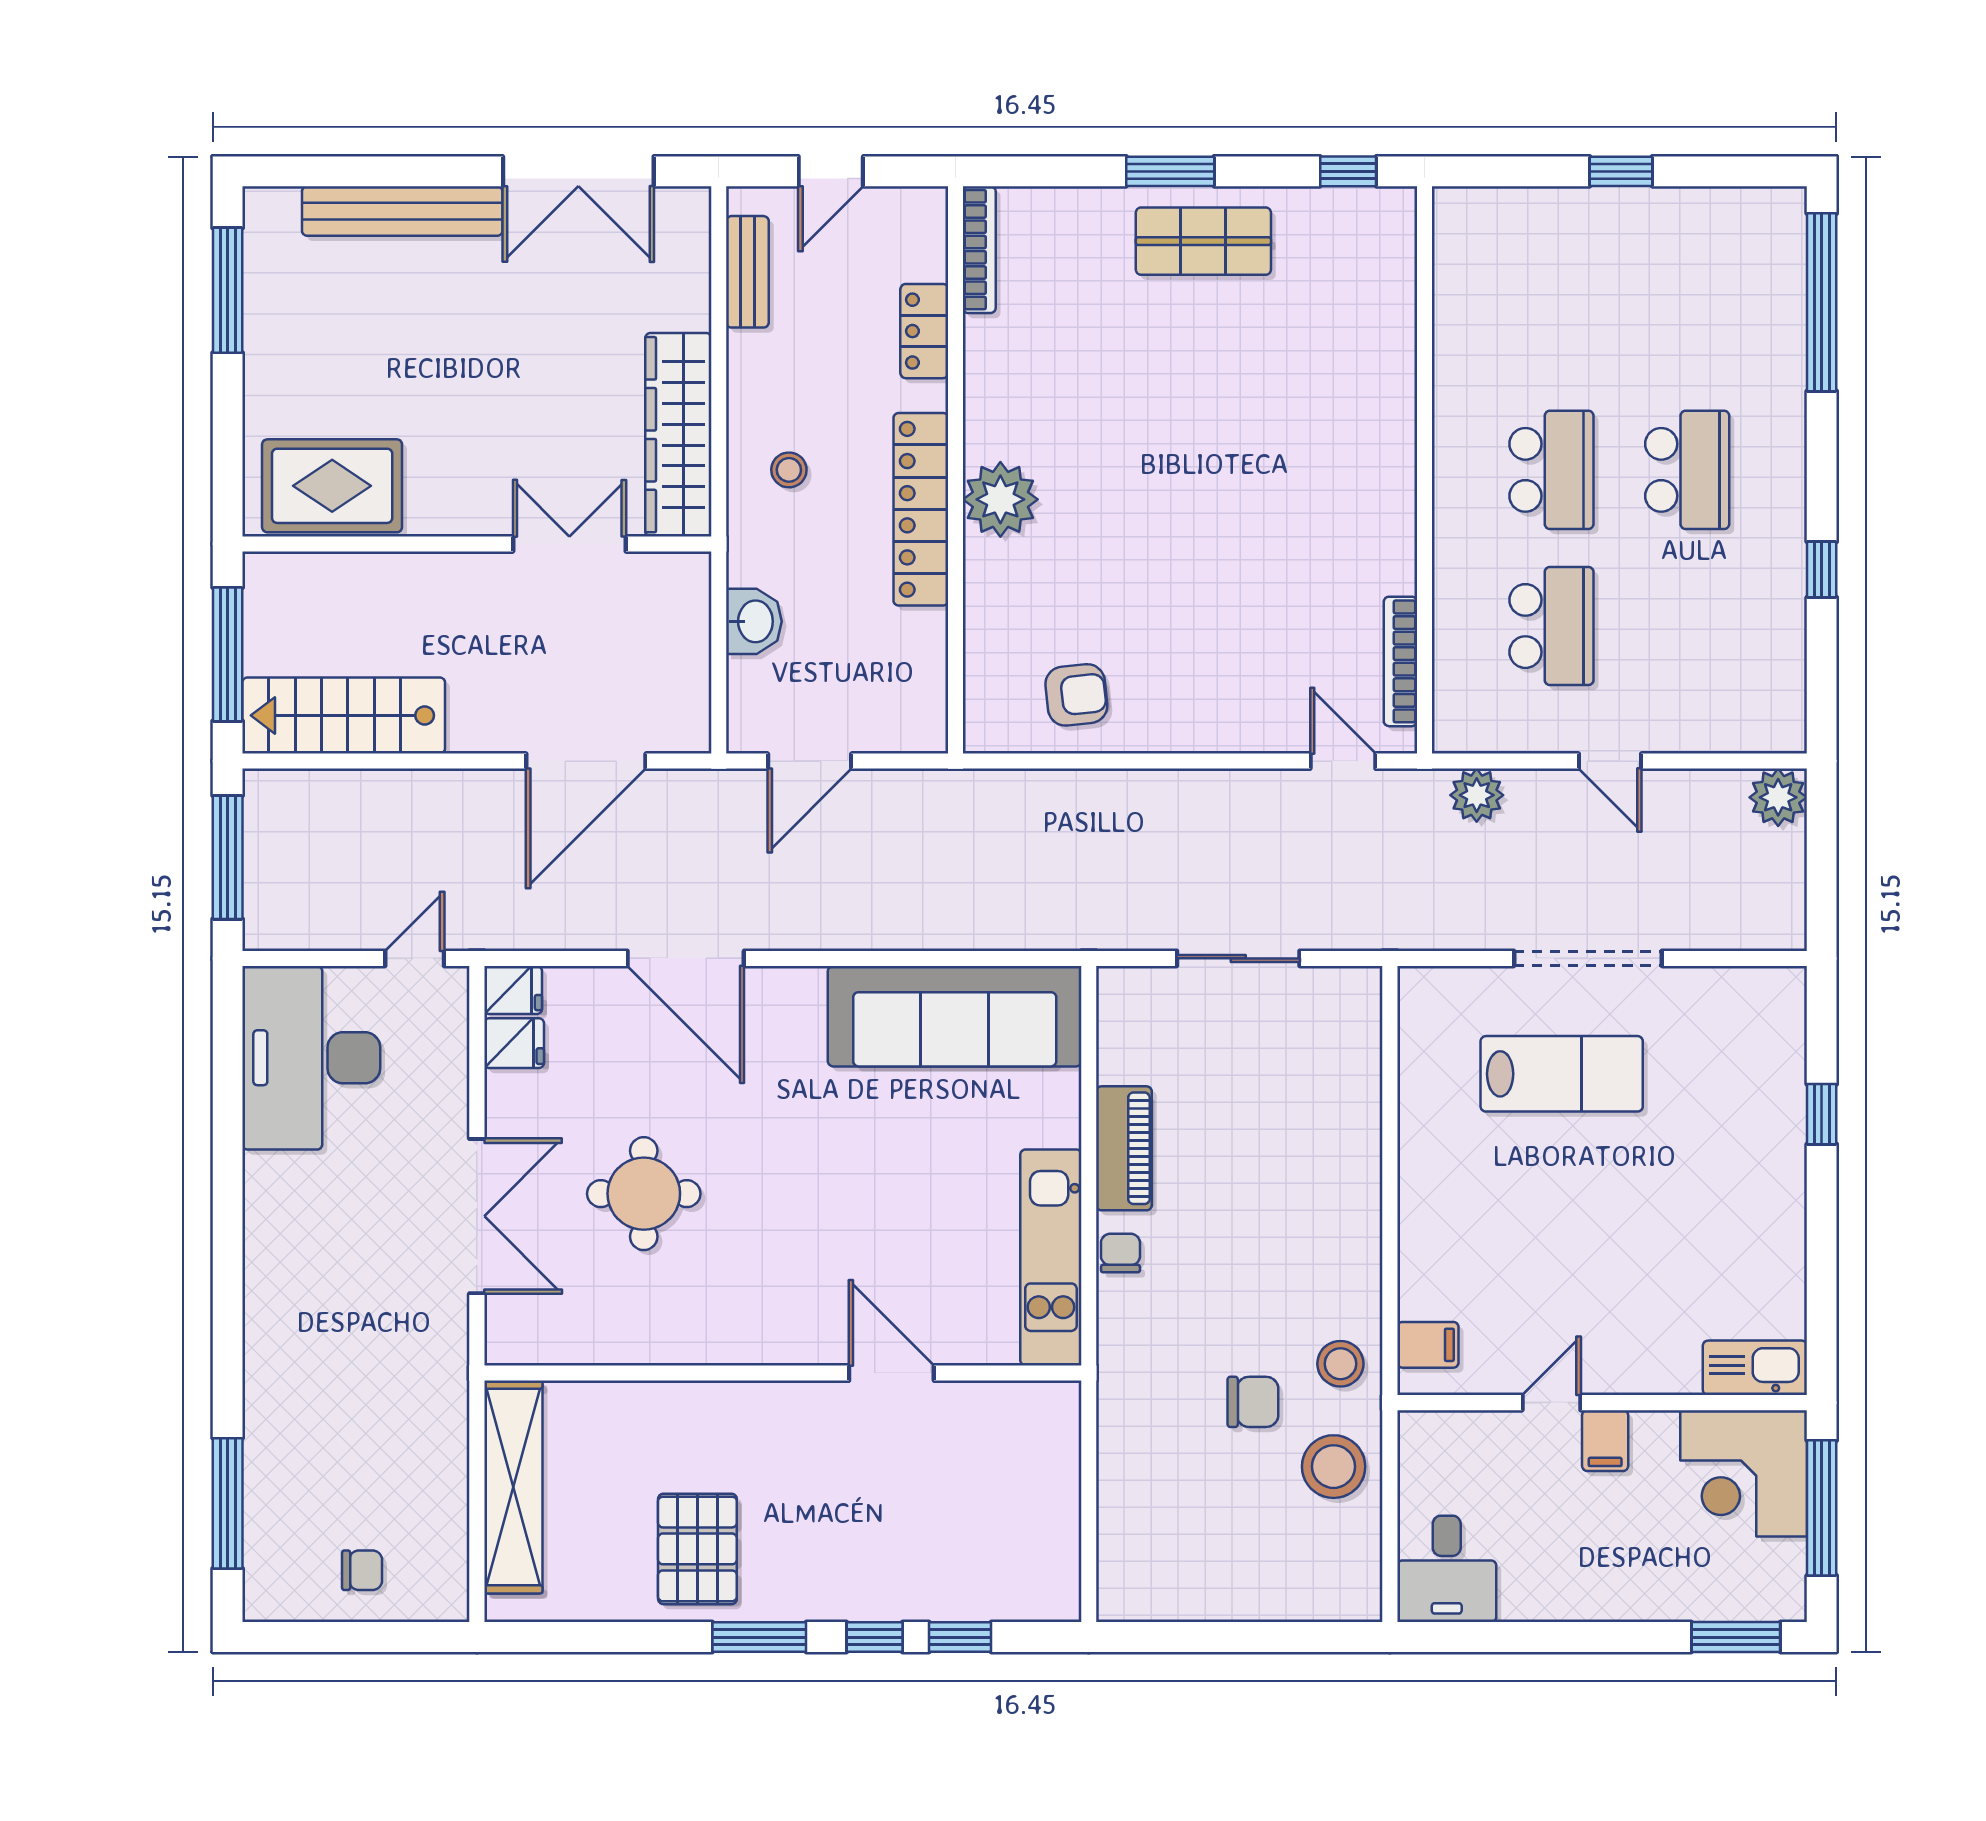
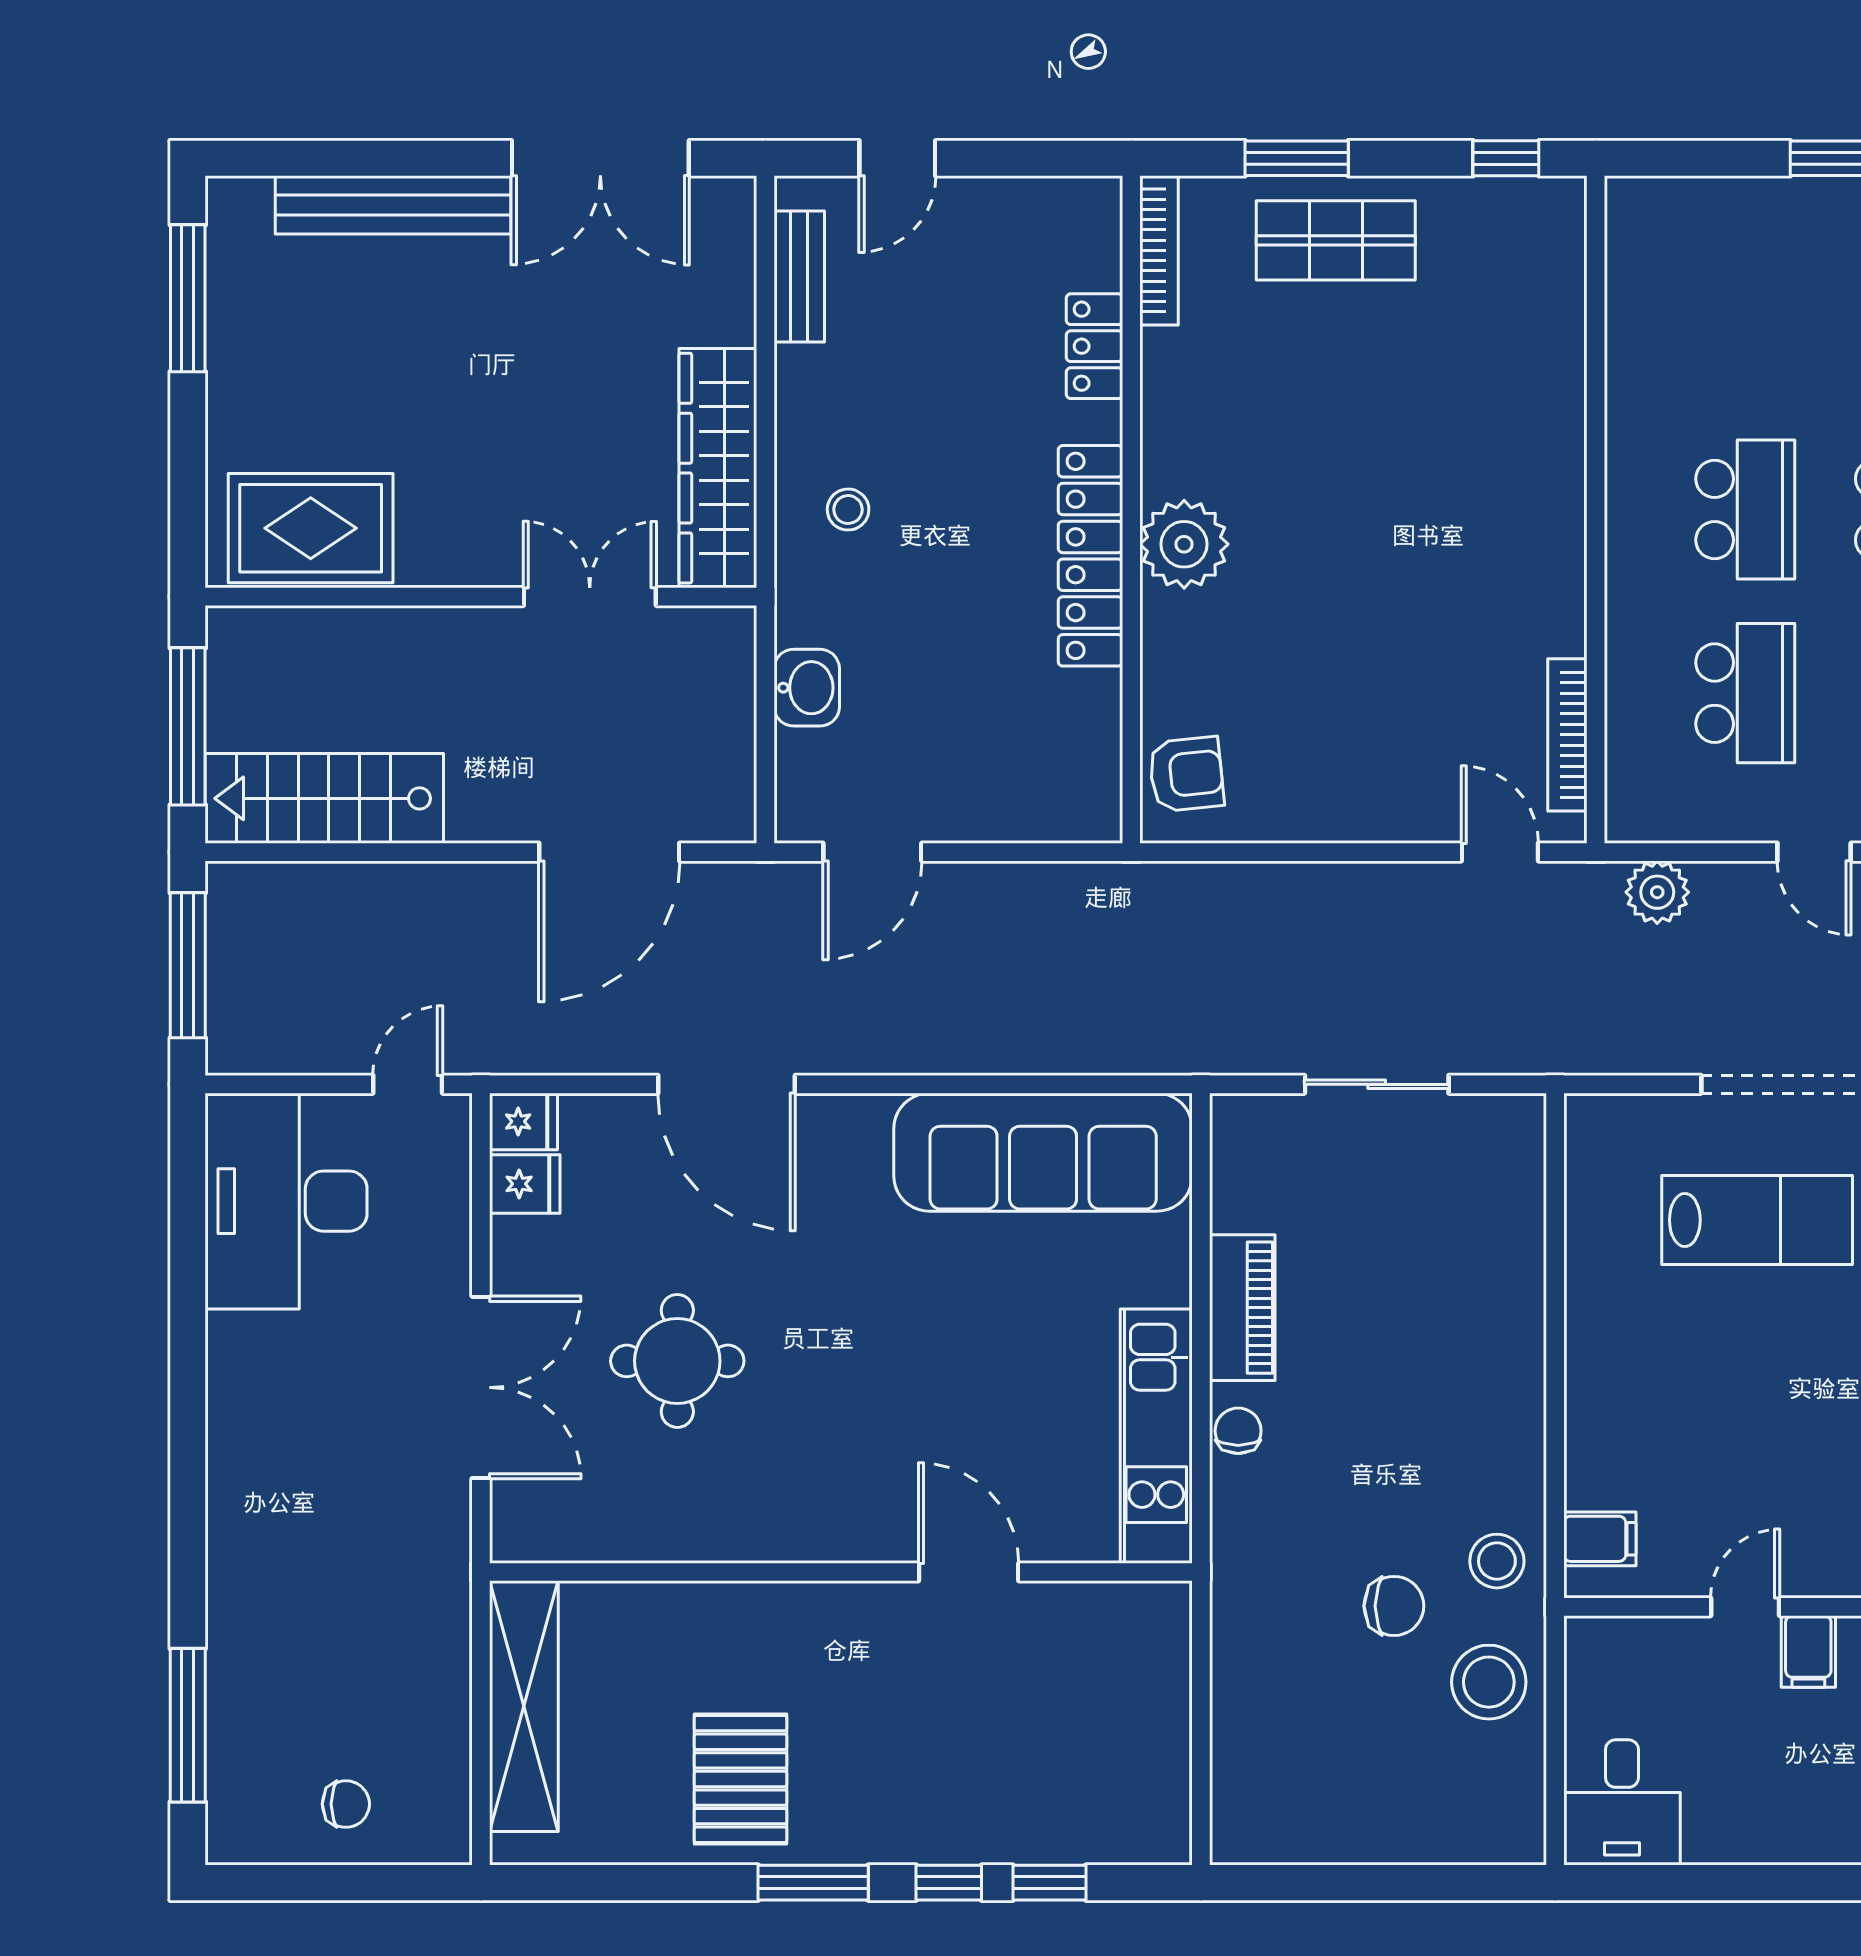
bookcase: (979, 250) -> (1159, 250), moved
locker: (924, 331) -> (1094, 346), moved
wall: (956, 470) -> (1131, 509), moved
plant: (1000, 499) -> (1184, 544), moved
locker: (921, 509) -> (1090, 556), moved

